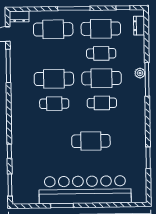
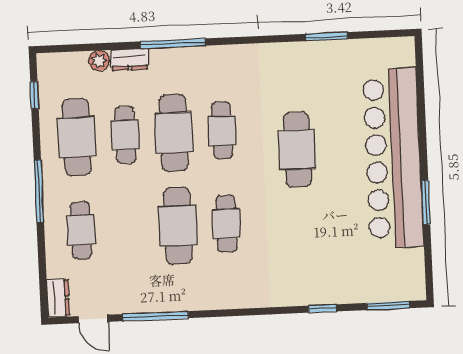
dresser: (139, 26) -> (130, 60), moved
cafe table: (53, 29) -> (81, 230), width x0.73, depth x0.74
plant: (140, 73) -> (99, 61), moved

